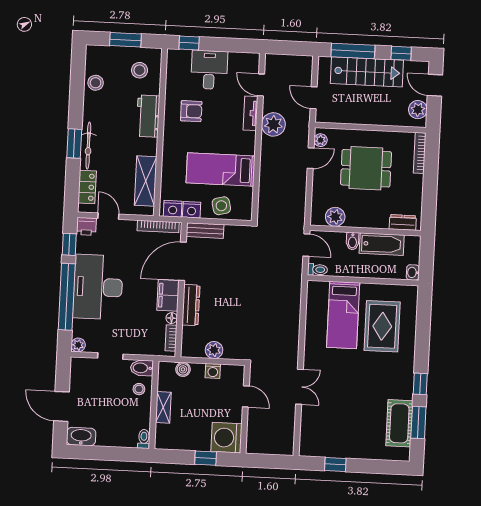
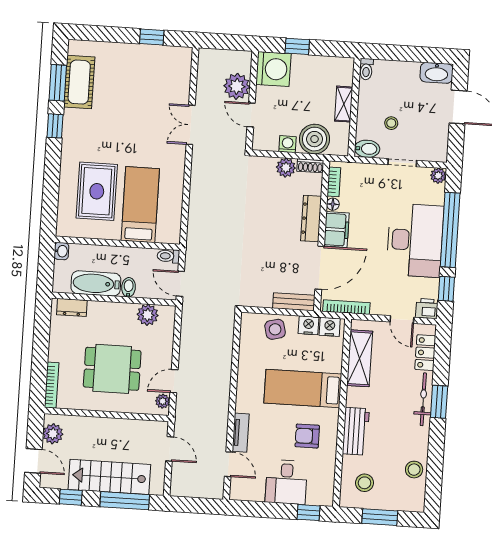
plant: (273, 124) -> (237, 86), moved
bed: (221, 169) -> (303, 388), moved, turned 180
shoe rack: (192, 352) -> (310, 166), added
boiler: (183, 369) -> (315, 139), width x1.86, depth x1.86
stool: (139, 389) -> (391, 123), moved

